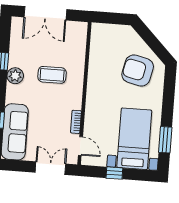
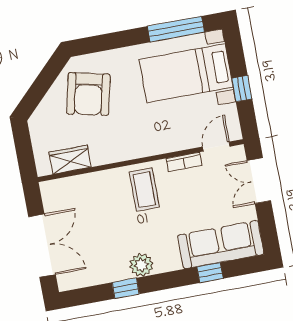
wardrobe: (97, 47) -> (70, 160), added
coffee table: (52, 75) -> (144, 190), moved
window: (165, 140) -> (176, 29), width x1.44

